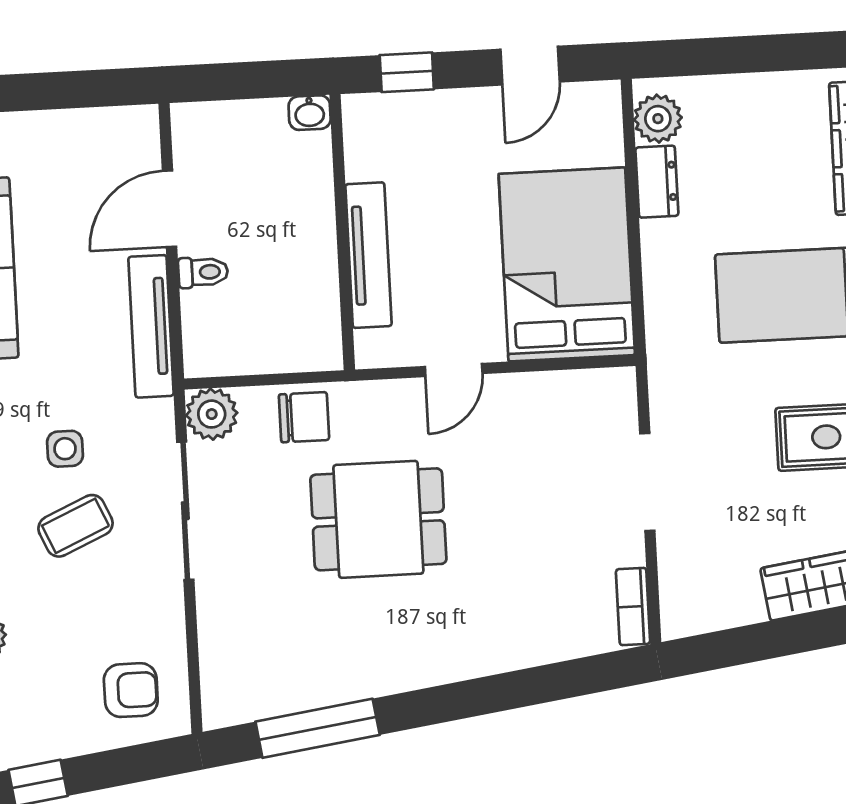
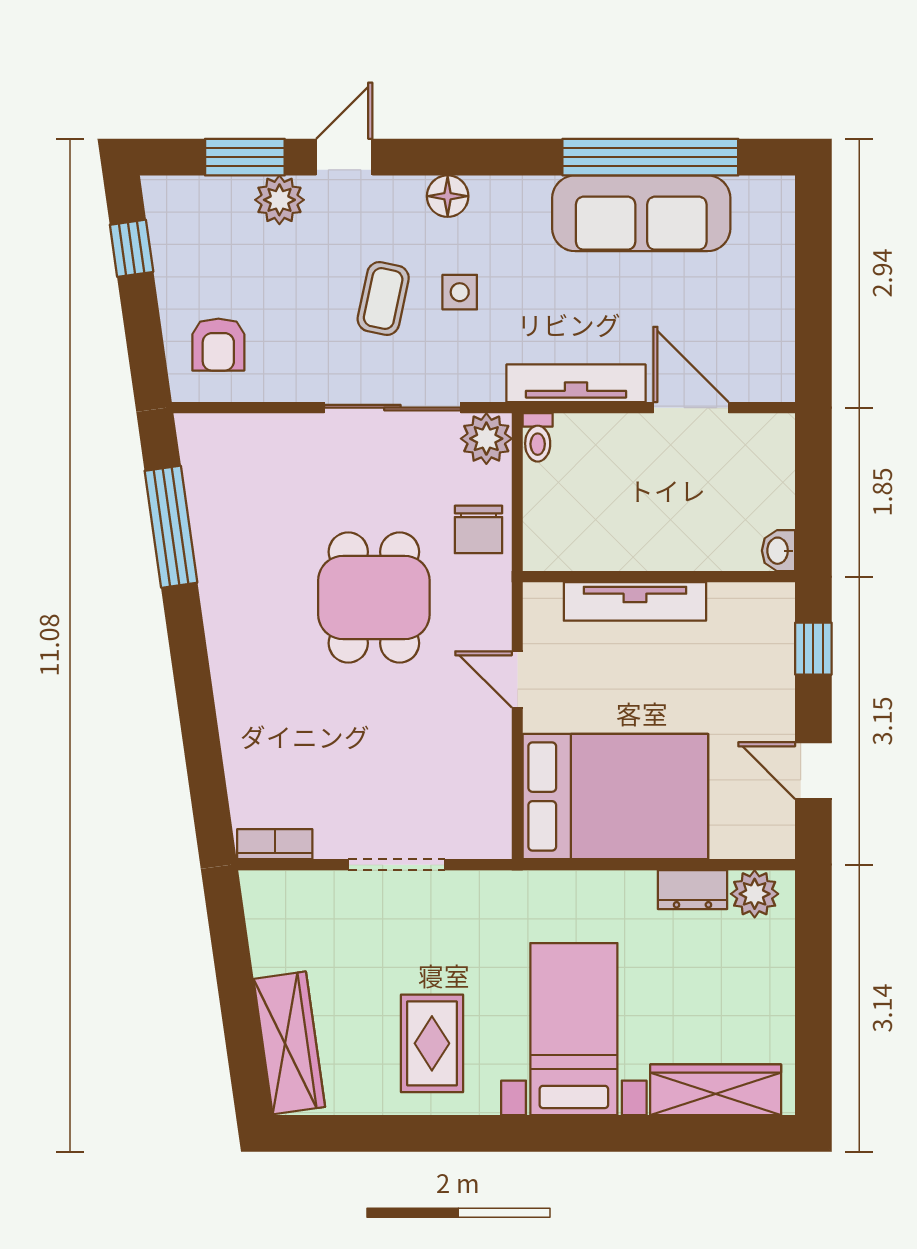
toilet: (203, 272) -> (538, 437), moved
coffee table: (75, 526) -> (383, 299), turned 36

